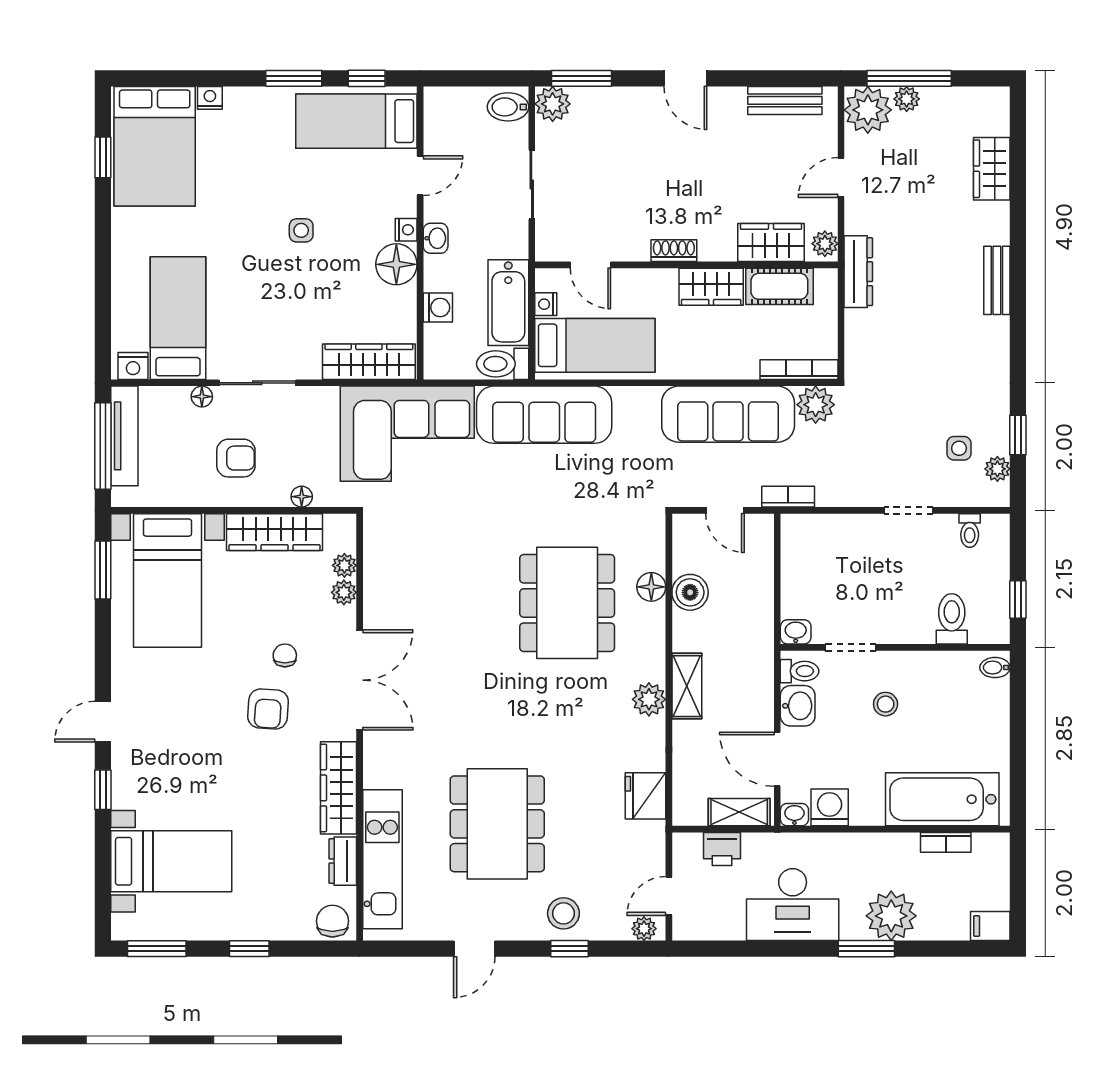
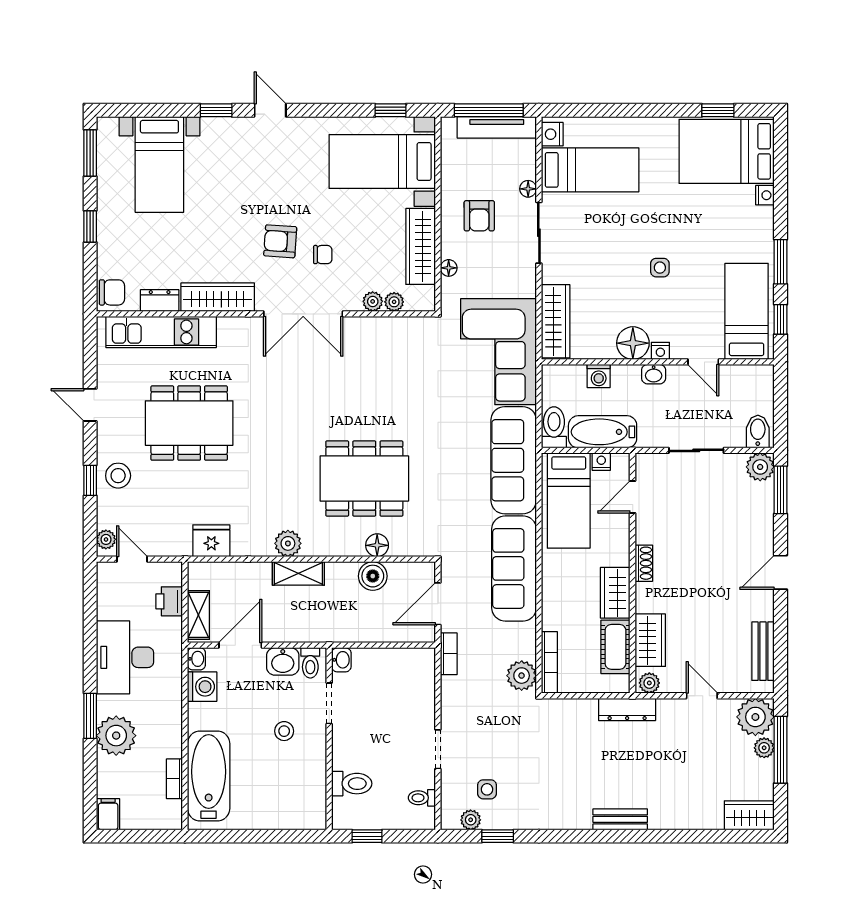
wardrobe: (992, 169) -> (749, 815), moved
sofa: (728, 414) -> (514, 568), moved
door: (725, 510) -> (438, 604), width x1.38
window: (103, 570) -> (391, 110), width x0.67
bidet: (995, 668) -> (313, 818), removed

